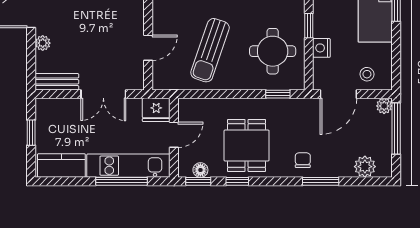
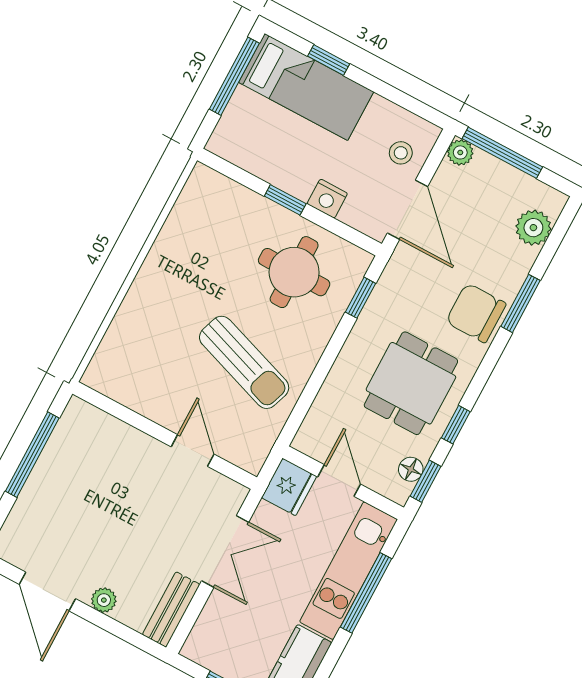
dining table: (247, 145) -> (411, 383), turned 90
chair: (303, 160) -> (476, 313), width x1.87, depth x1.87

